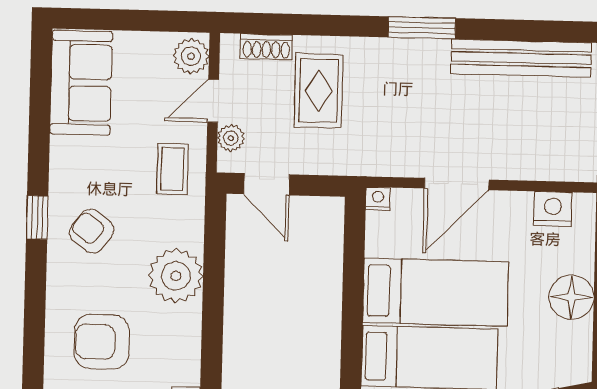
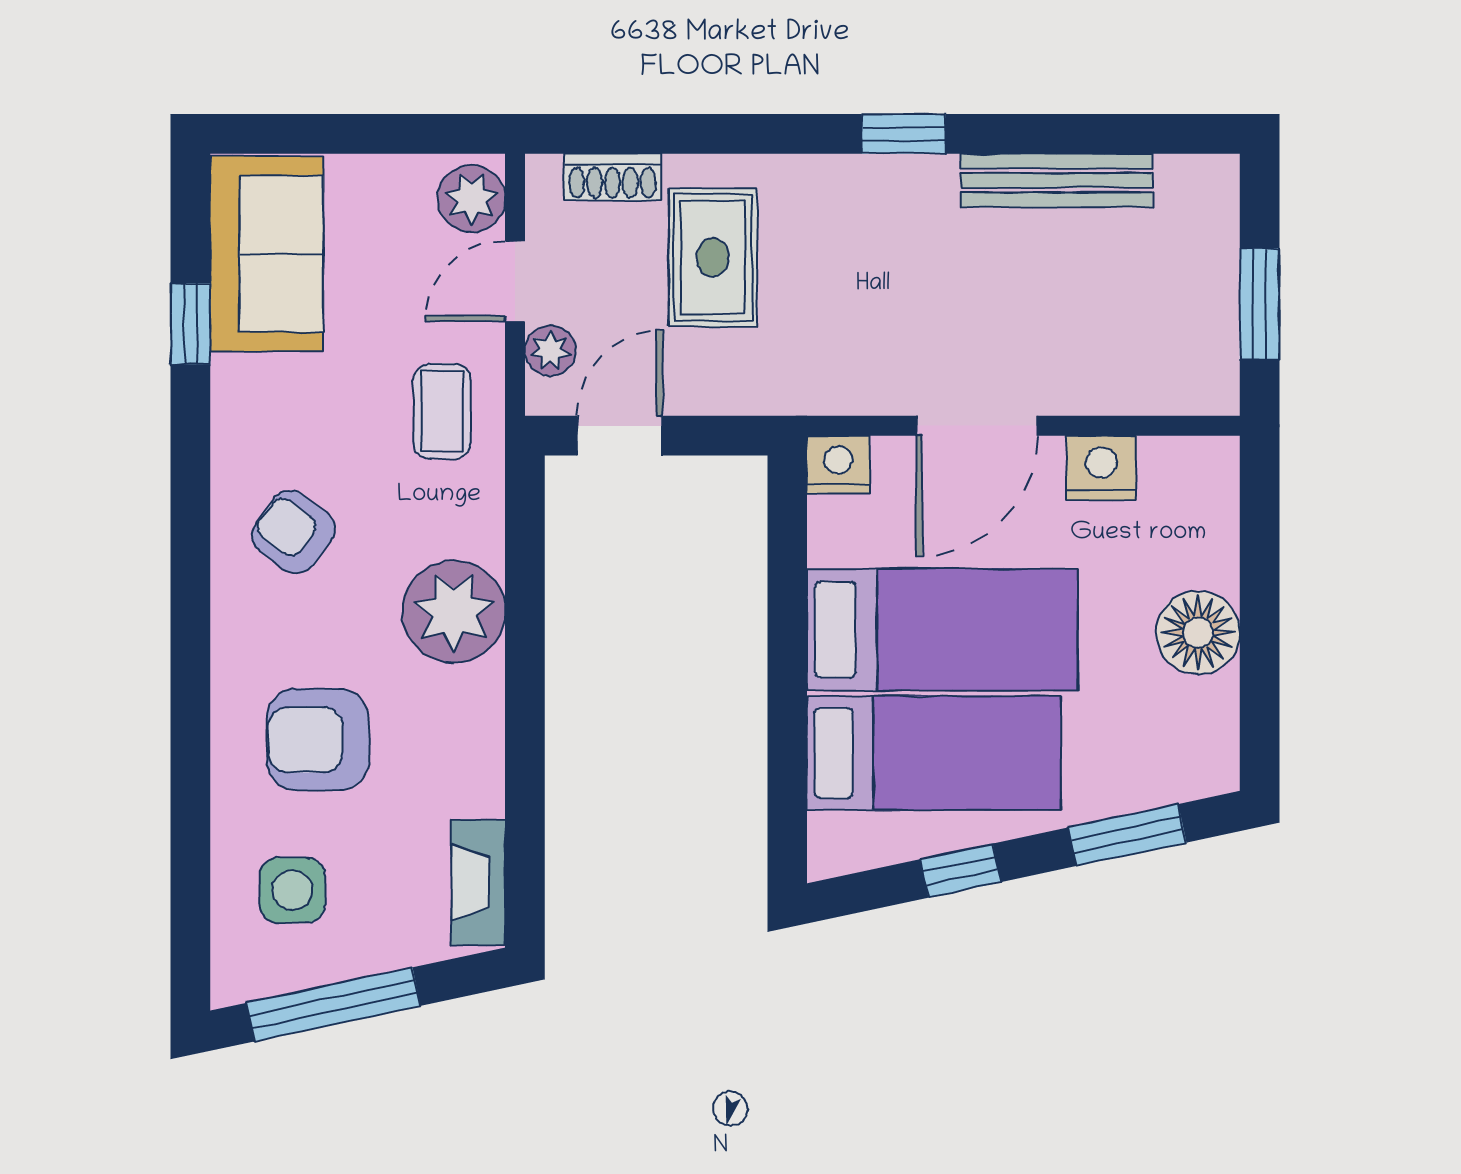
window: (422, 28) -> (904, 134), width x0.67
bench: (521, 58) -> (1057, 180), width x0.73, depth x0.82
door: (267, 184) -> (620, 436), swing flipped
nightstand: (378, 199) -> (838, 465), width x1.39, depth x1.35
nightstand: (553, 209) -> (1101, 468), moved
window: (37, 217) -> (190, 324), moved

